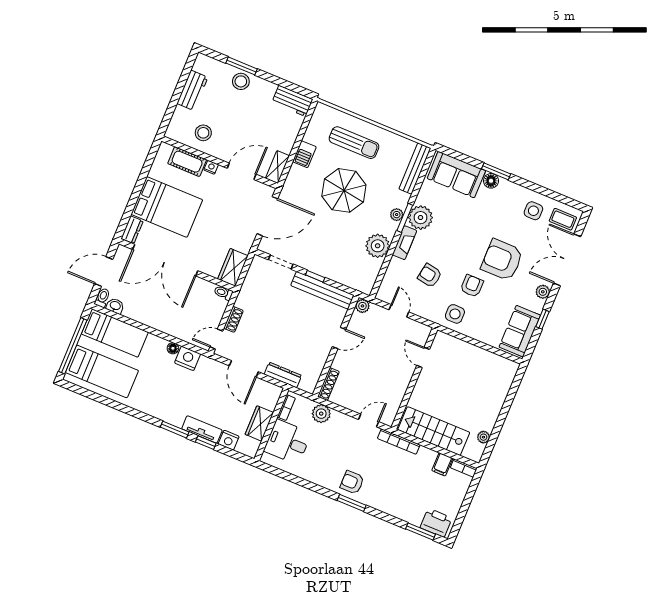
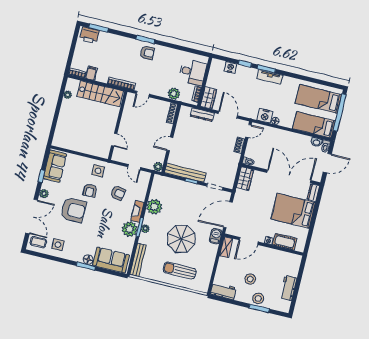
stool: (203, 133) -> (250, 279), moved
barbecue: (304, 154) -> (216, 236), moved
wardrobe: (259, 423) -> (208, 98), moved
tv unit: (202, 429) -> (270, 77), moved

